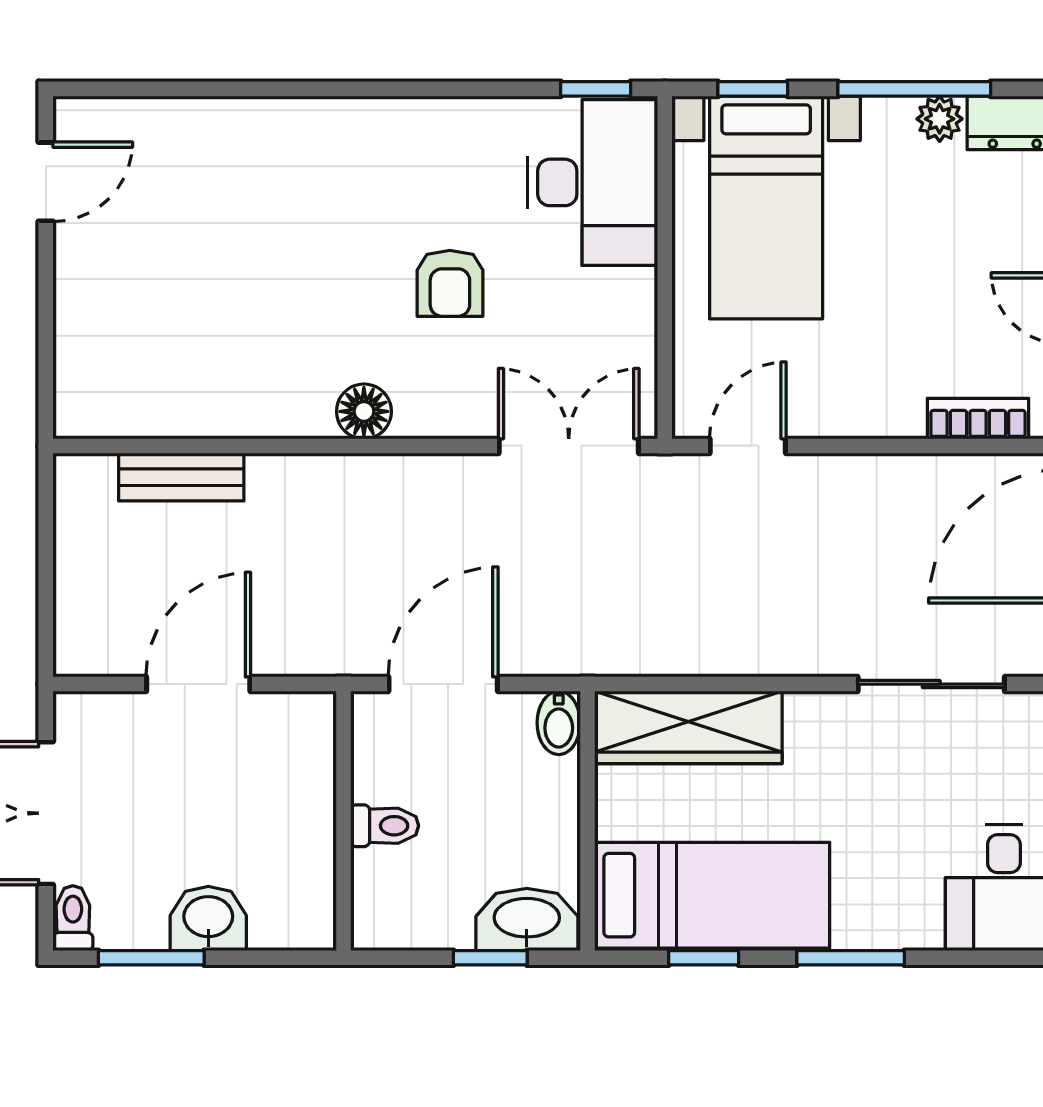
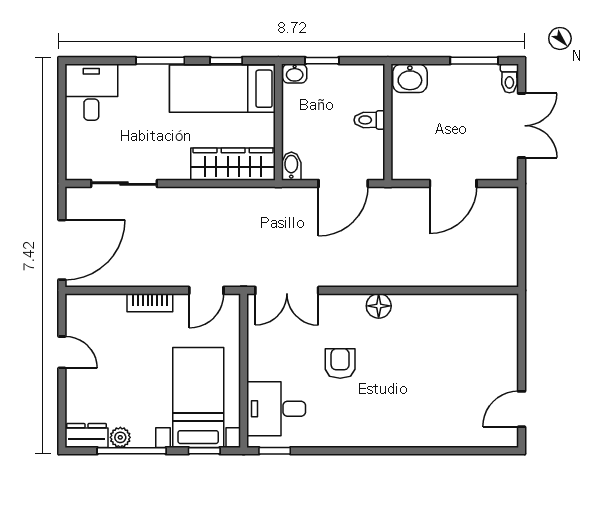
desk: (592, 182) -> (276, 409), width x0.73
bookcase: (978, 419) -> (150, 303), moved
bench: (181, 477) -> (461, 276), removed
washbasin: (208, 918) -> (410, 78), moved
washbasin: (527, 920) -> (295, 73), width x0.52, depth x0.69

